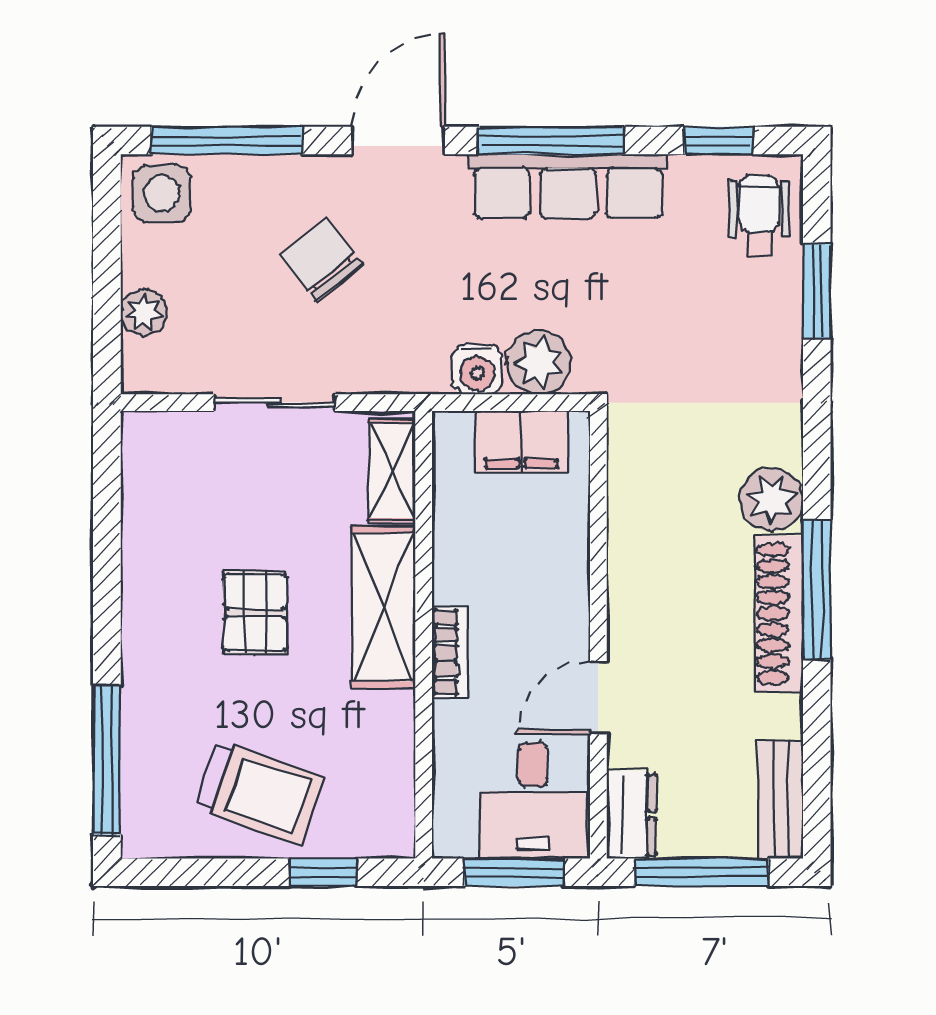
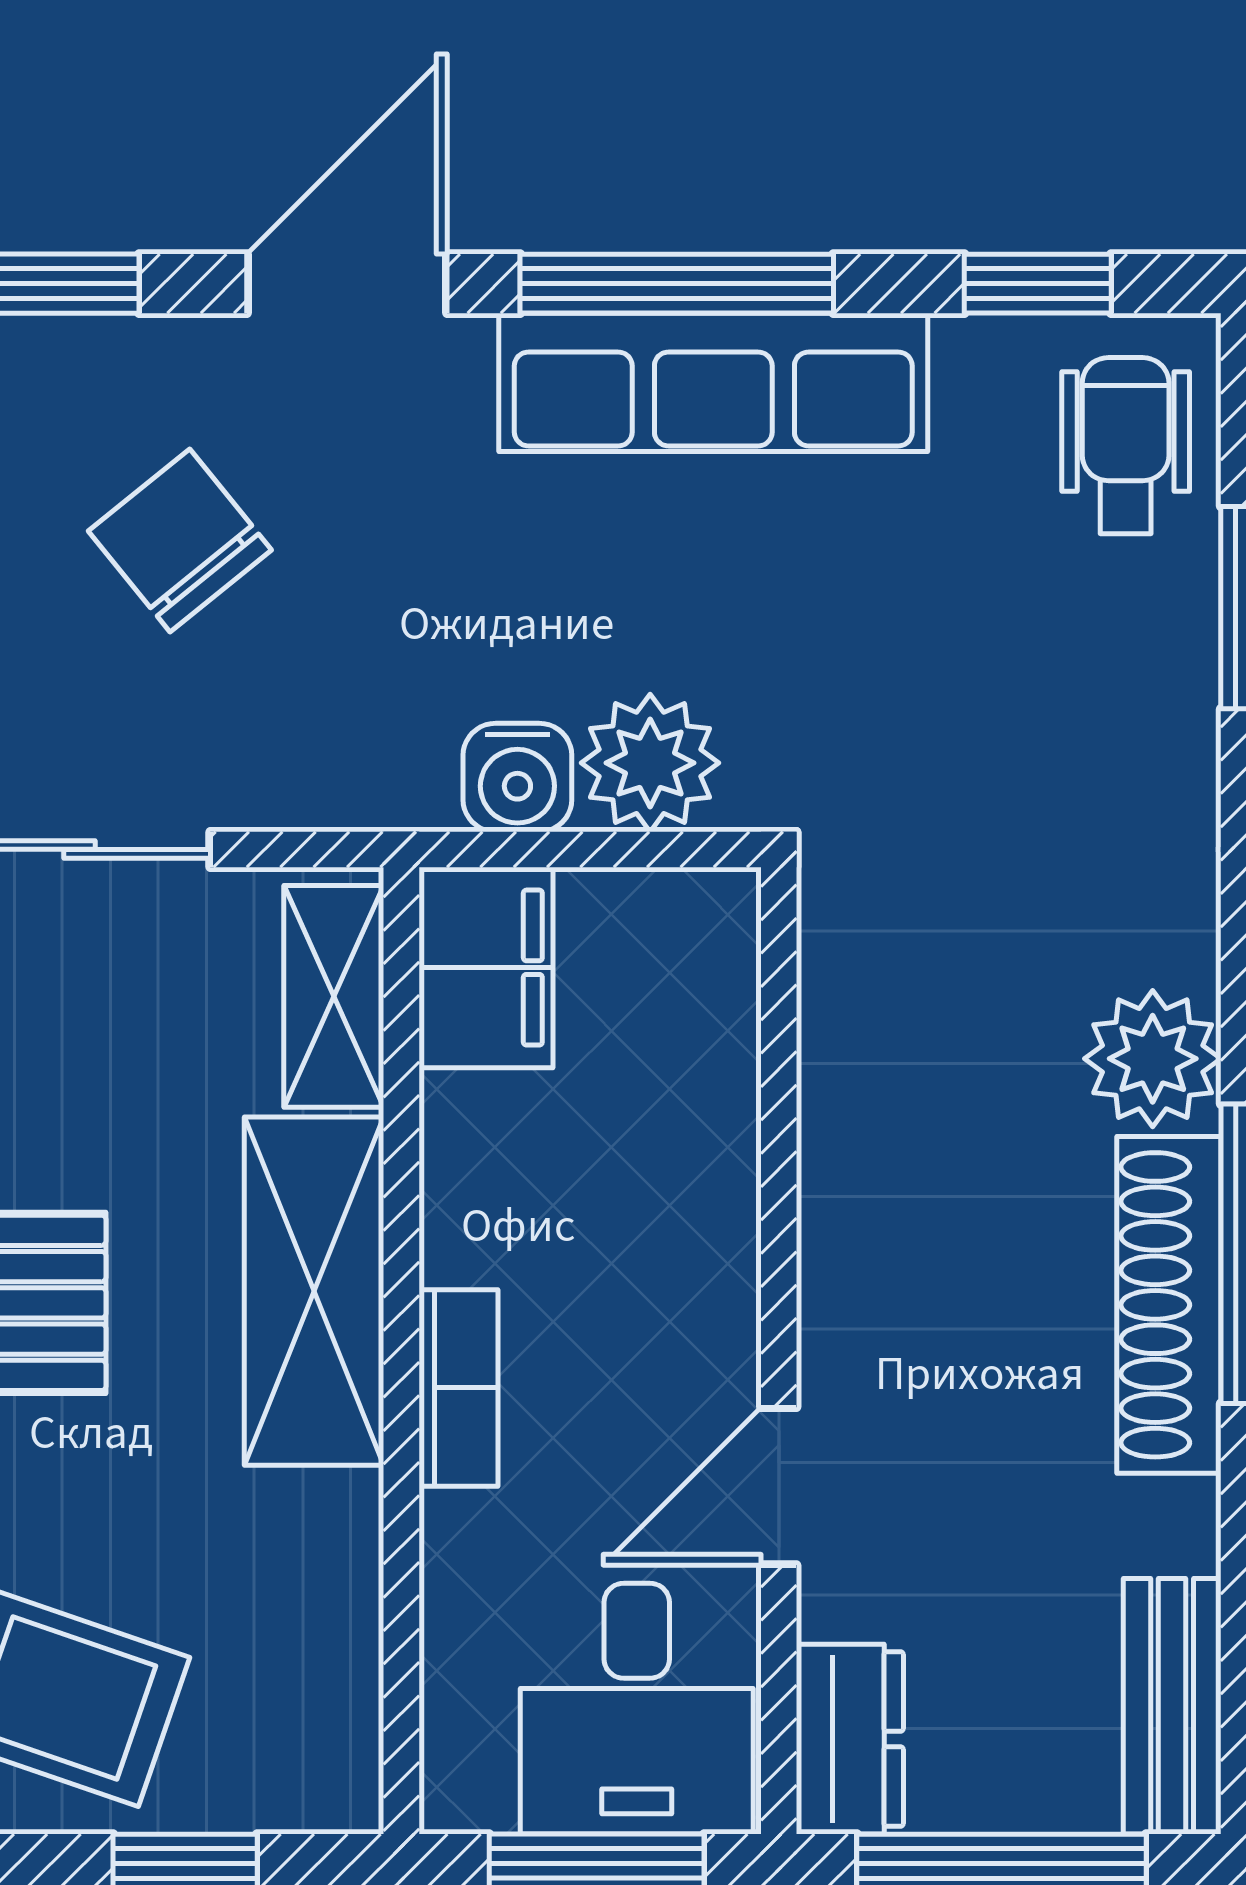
filing cabinet: (522, 442) -> (486, 968), moved, turned -90

